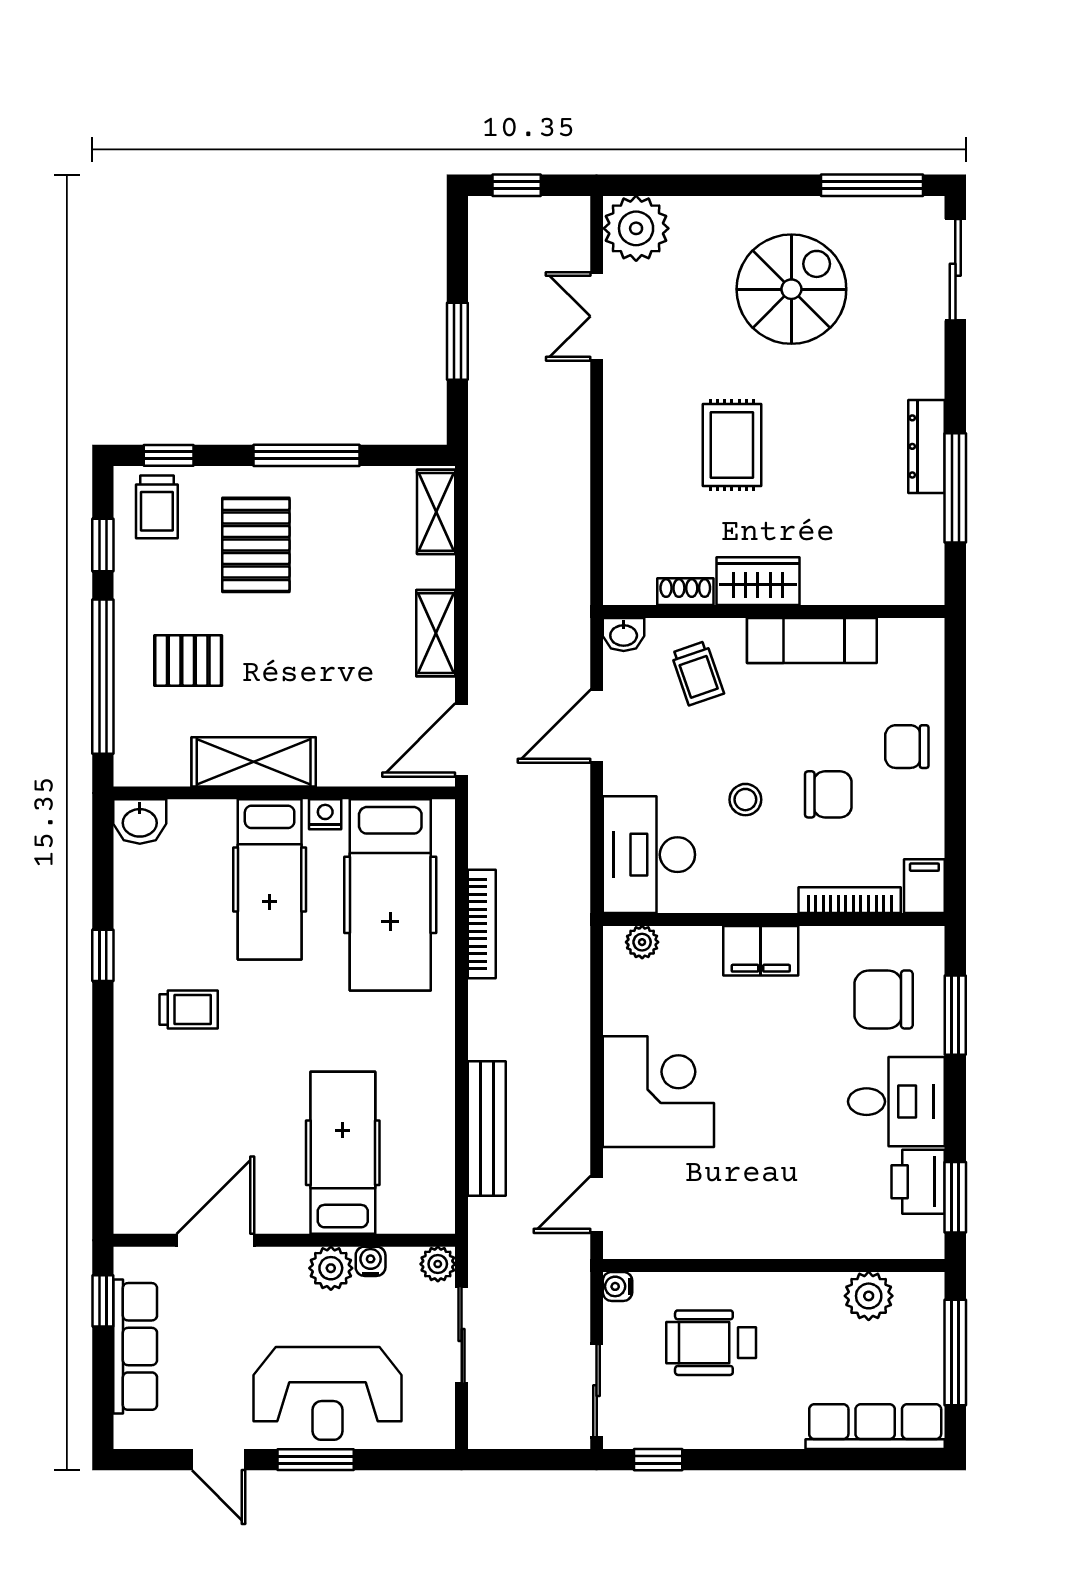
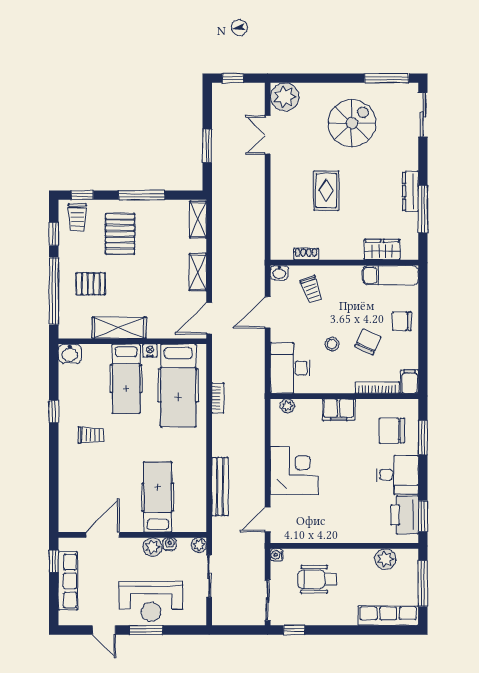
wardrobe: (758, 581) -> (382, 250), moved
exam couch: (812, 640) -> (390, 275), moved
chair: (828, 794) -> (368, 342), turned -65
bookcase: (482, 924) -> (218, 398), width x0.64
printer: (918, 1182) -> (405, 515), width x1.37, depth x1.19

